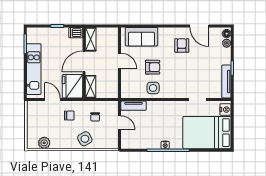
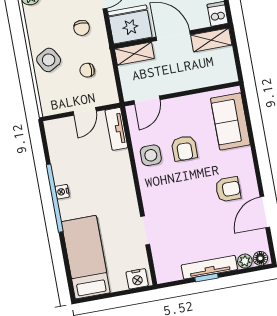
door: (120, 61) -> (147, 100), moved
tv unit: (226, 82) -> (209, 267), moved
bed: (207, 133) -> (86, 257), width x0.67

